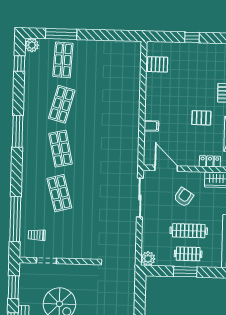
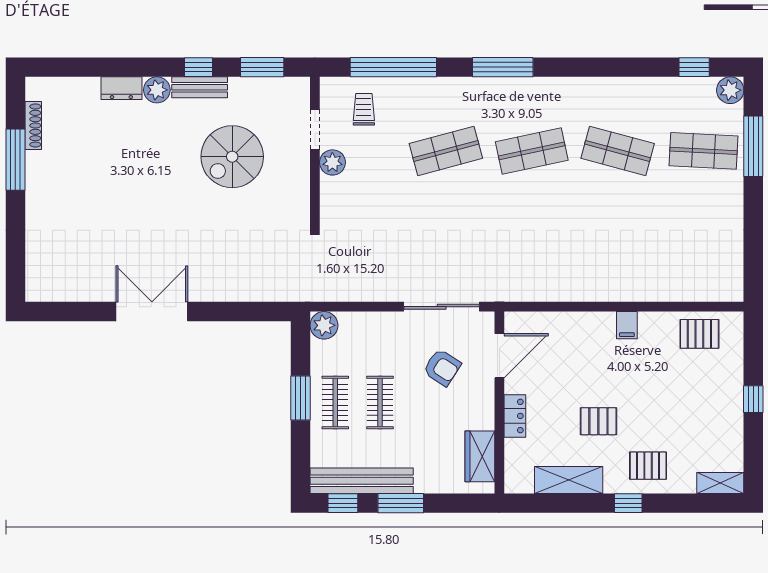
pallet: (158, 64) -> (699, 334), turned 90
pallet: (201, 118) -> (598, 421), turned 90
filing cabinet: (151, 126) -> (627, 325), moved
window: (18, 131) -> (503, 67), moved
locker: (210, 161) -> (515, 416), moved
armchair: (184, 197) -> (442, 367), moved
clothes rail: (189, 231) -> (380, 402), width x0.73
plant: (64, 252) -> (332, 162), added

